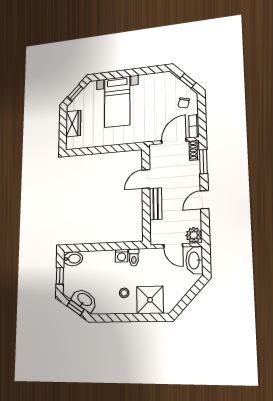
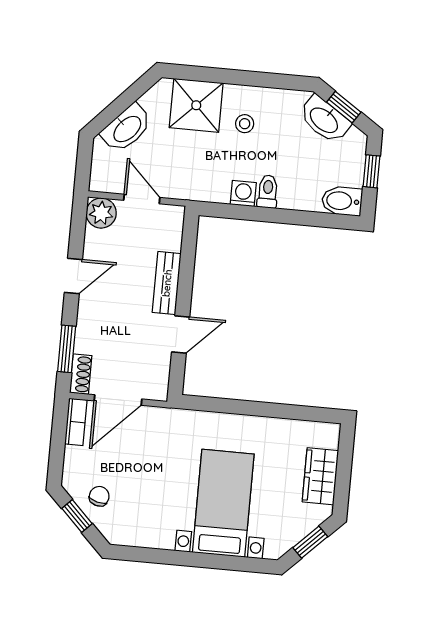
chair: (184, 103) -> (99, 496), moved
toilet: (134, 258) -> (268, 192), moved
washbasin: (194, 260) -> (127, 128), moved, turned 43

